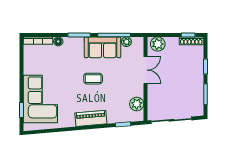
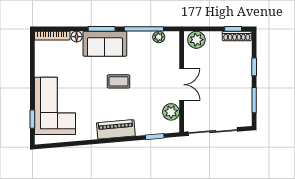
sofa: (103, 47) -> (105, 44), moved
double door: (145, 70) -> (182, 85), moved

